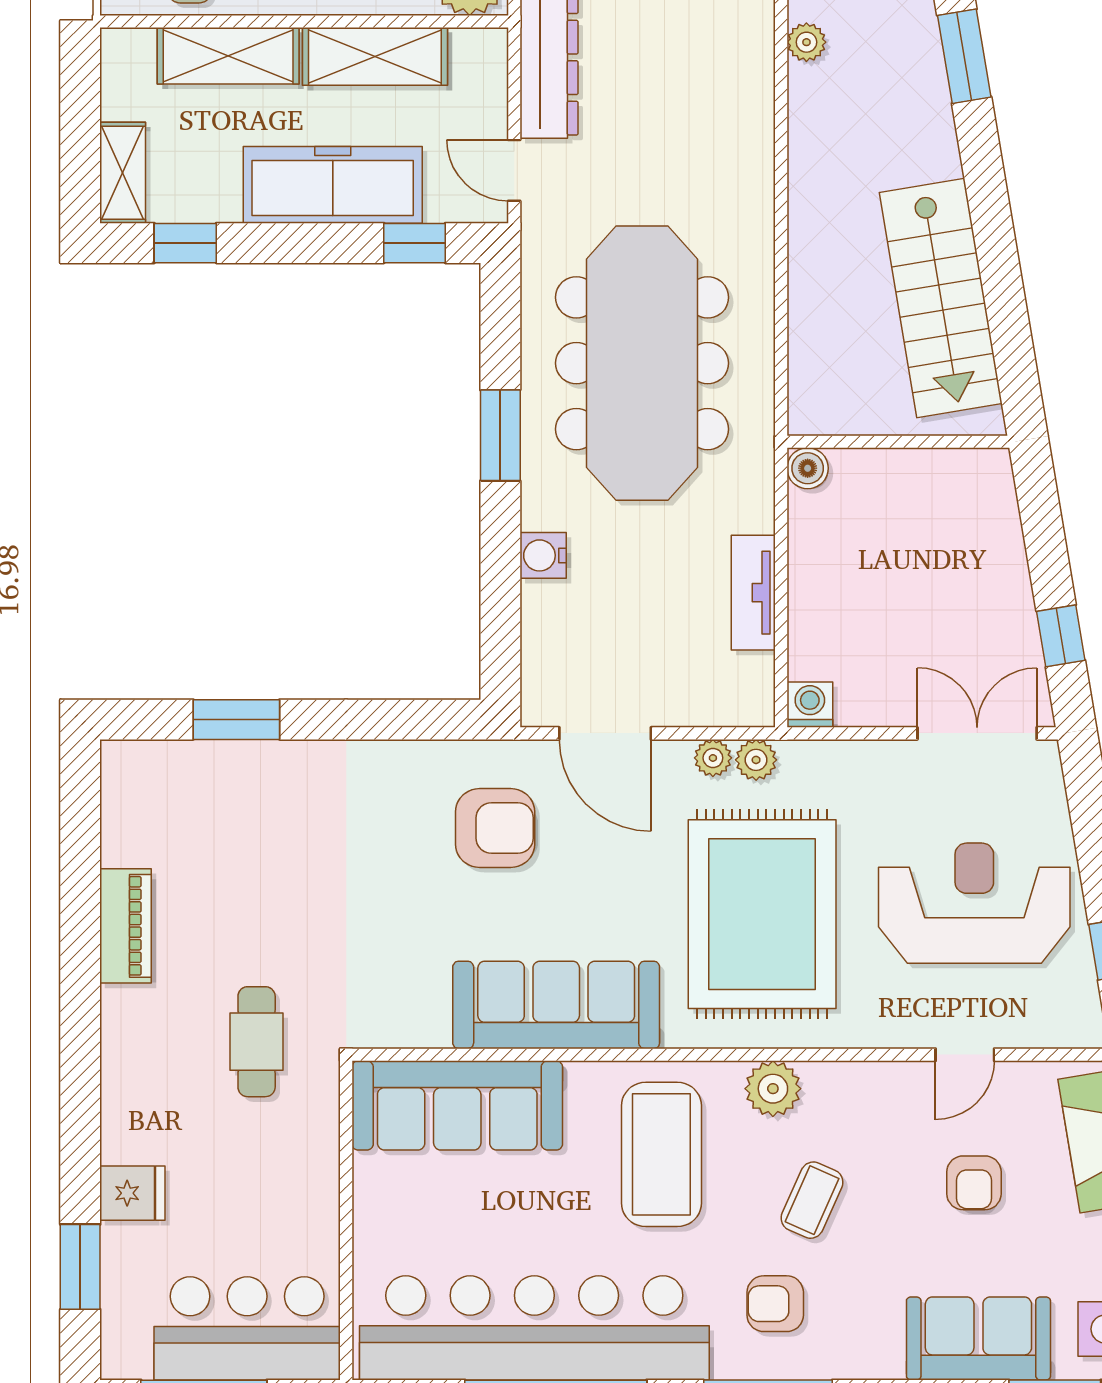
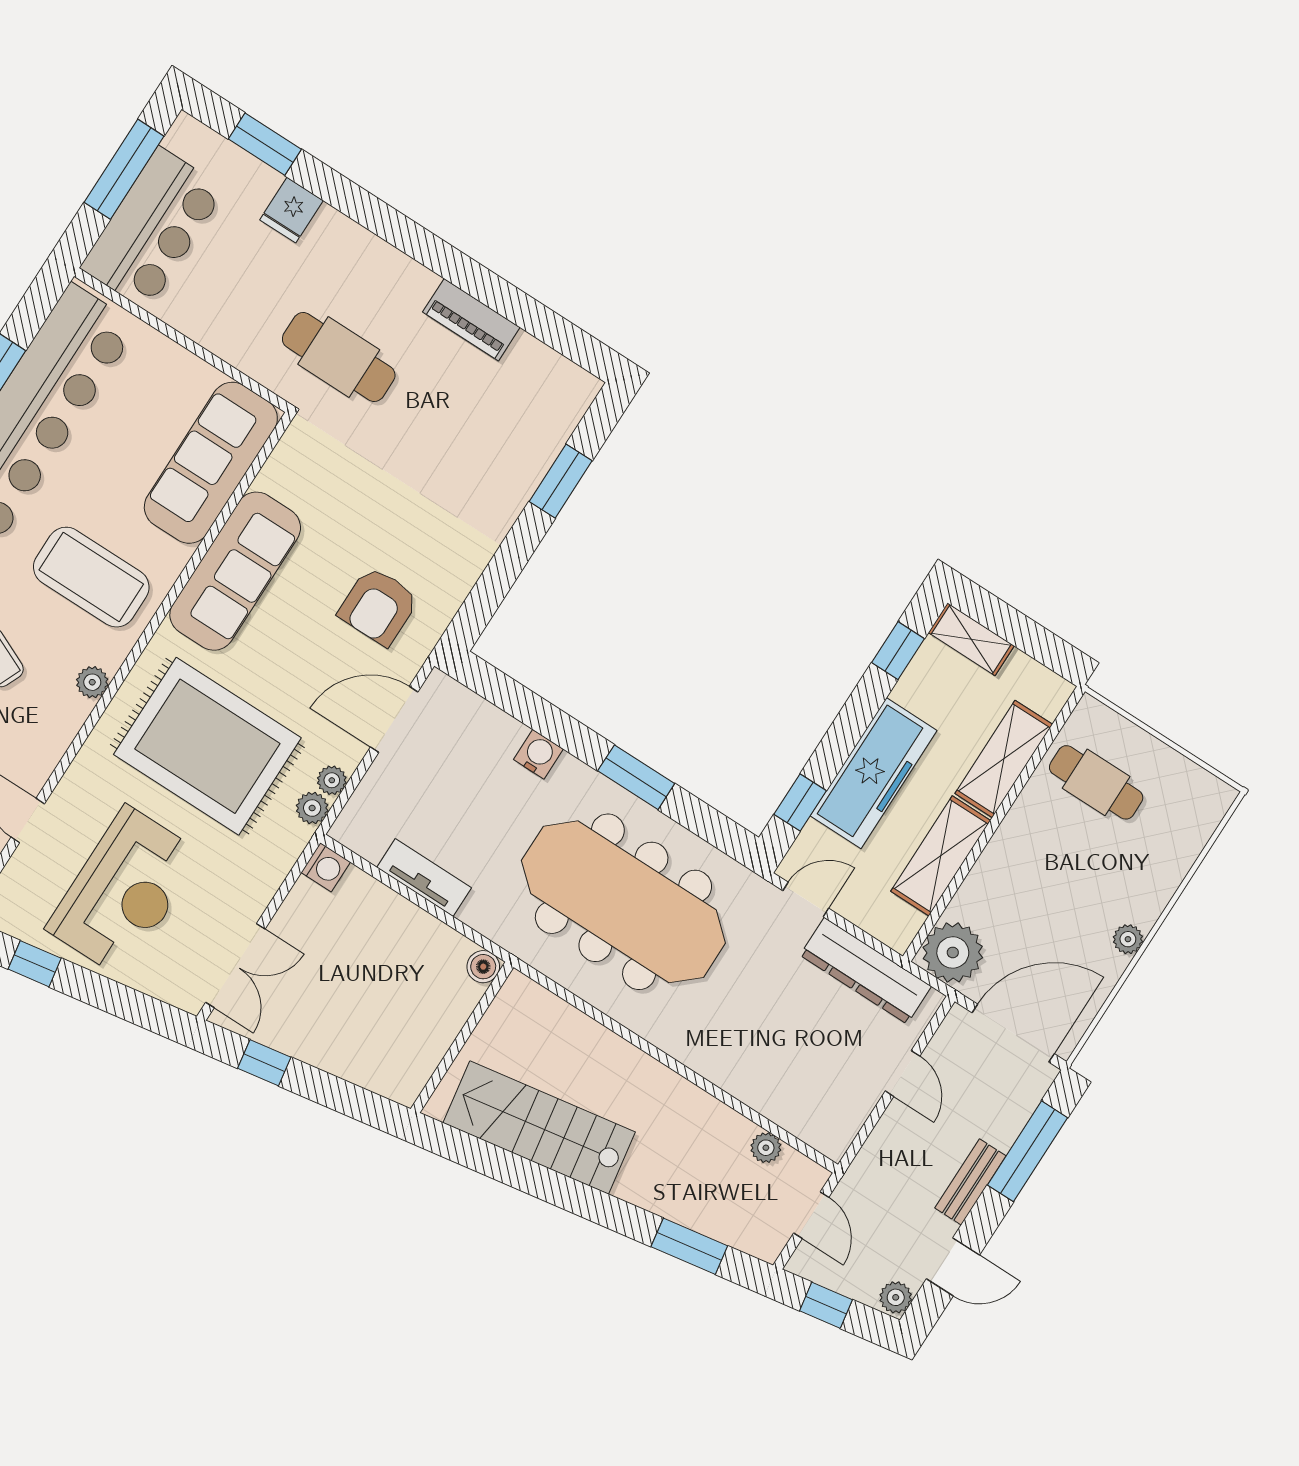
cafe table: (257, 1042) -> (339, 357), width x1.37, depth x1.35
plant: (773, 1089) -> (92, 682), width x0.73, depth x0.73

